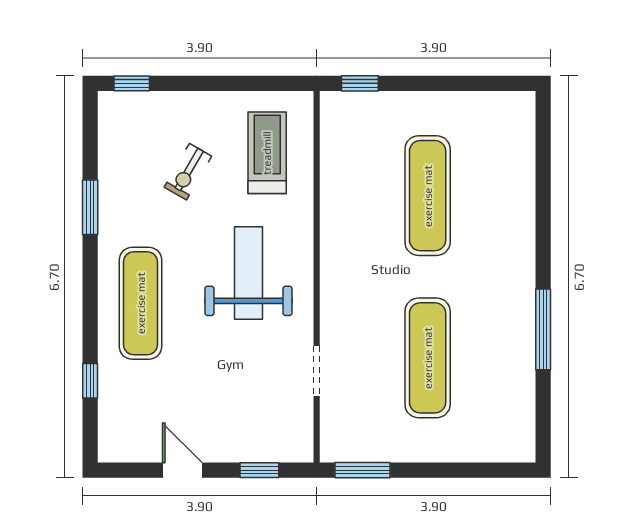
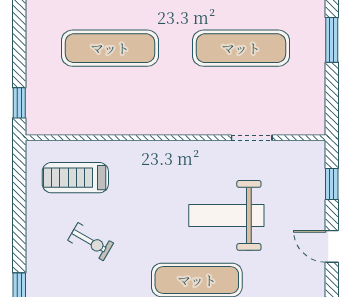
weight bench: (248, 273) -> (226, 215), moved
door: (182, 470) -> (332, 246), hinge flipped
window: (363, 470) -> (332, 40), moved

